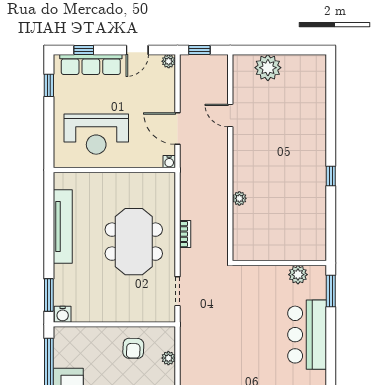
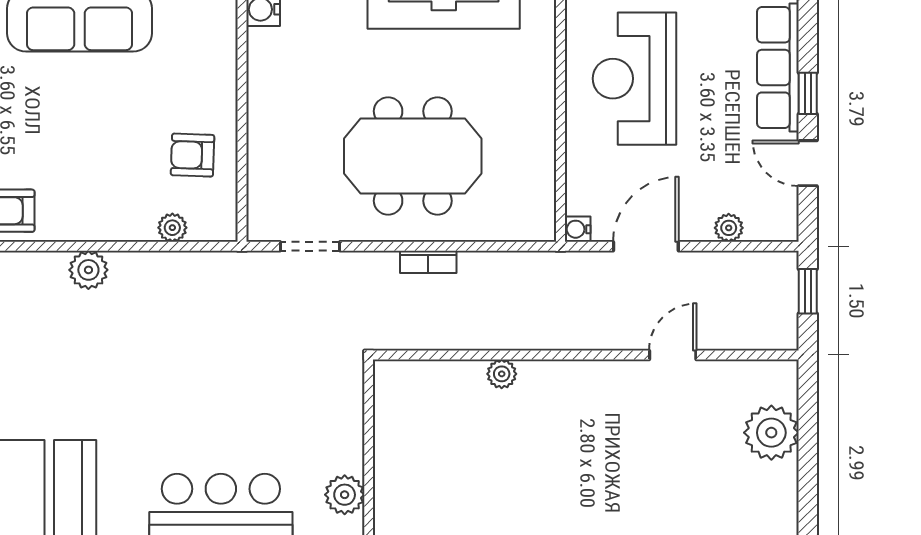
window: (84, 50) -> (808, 93), moved
plant: (169, 61) -> (729, 228), moved

